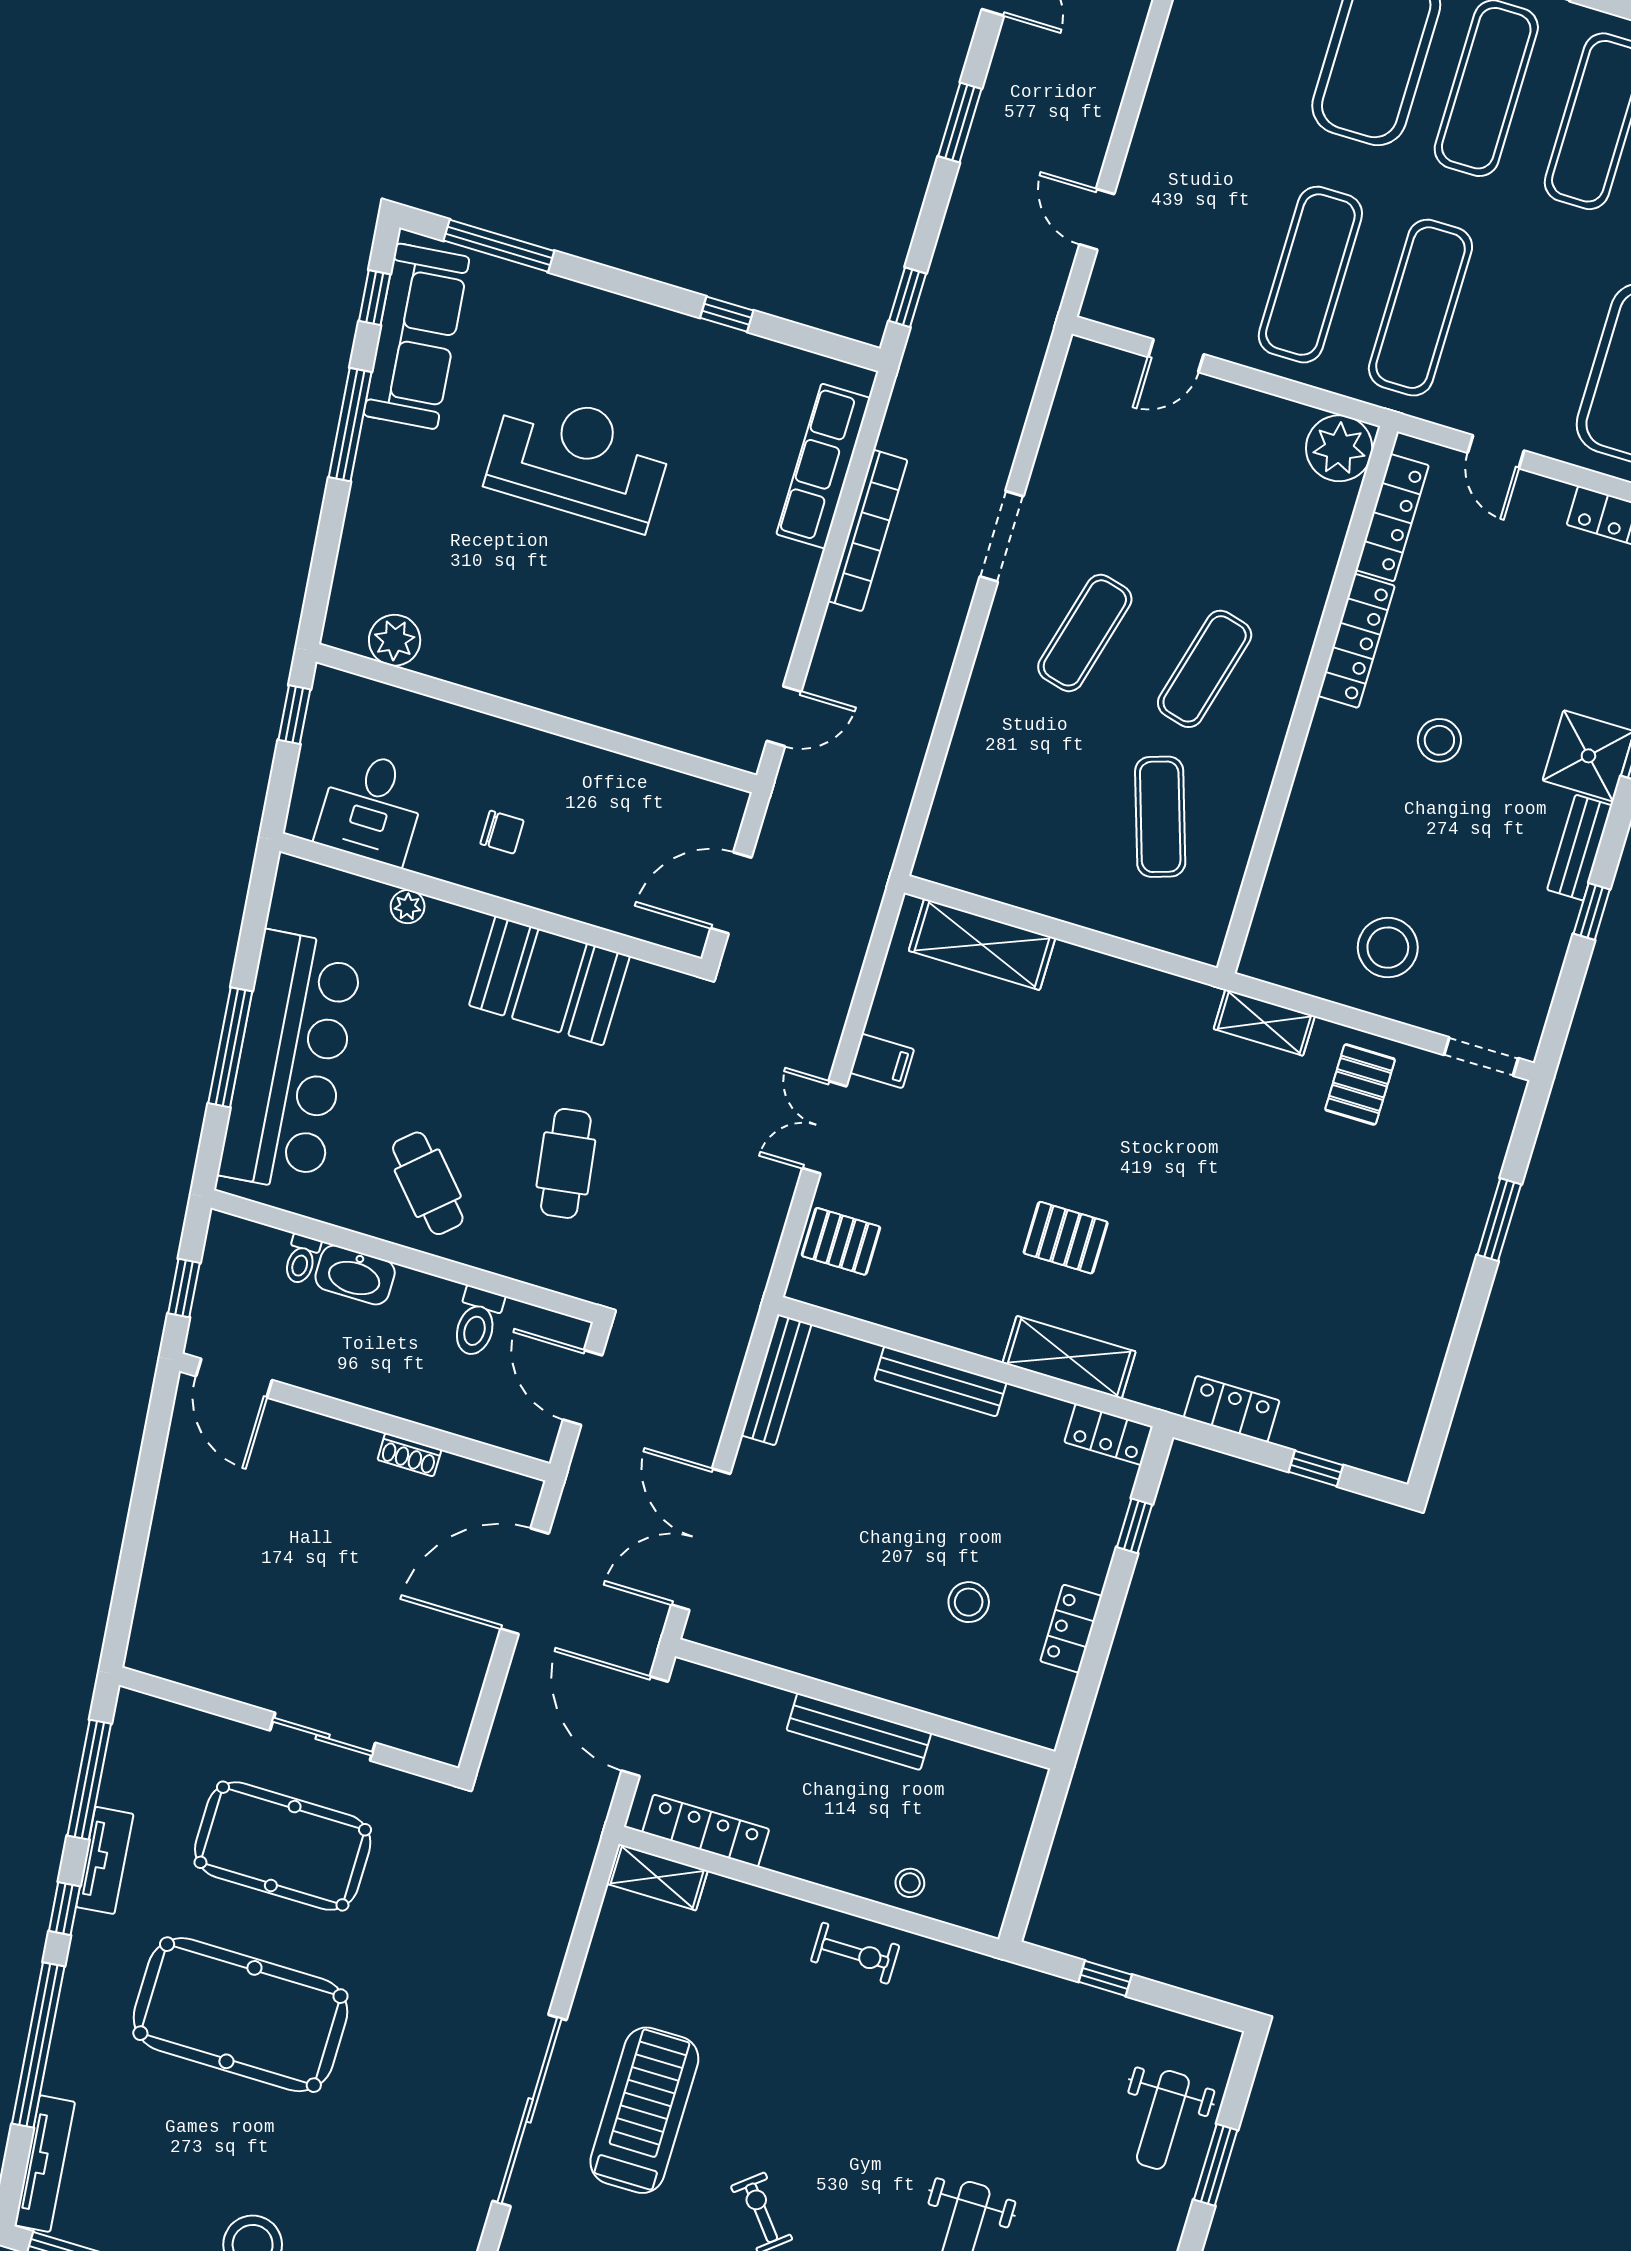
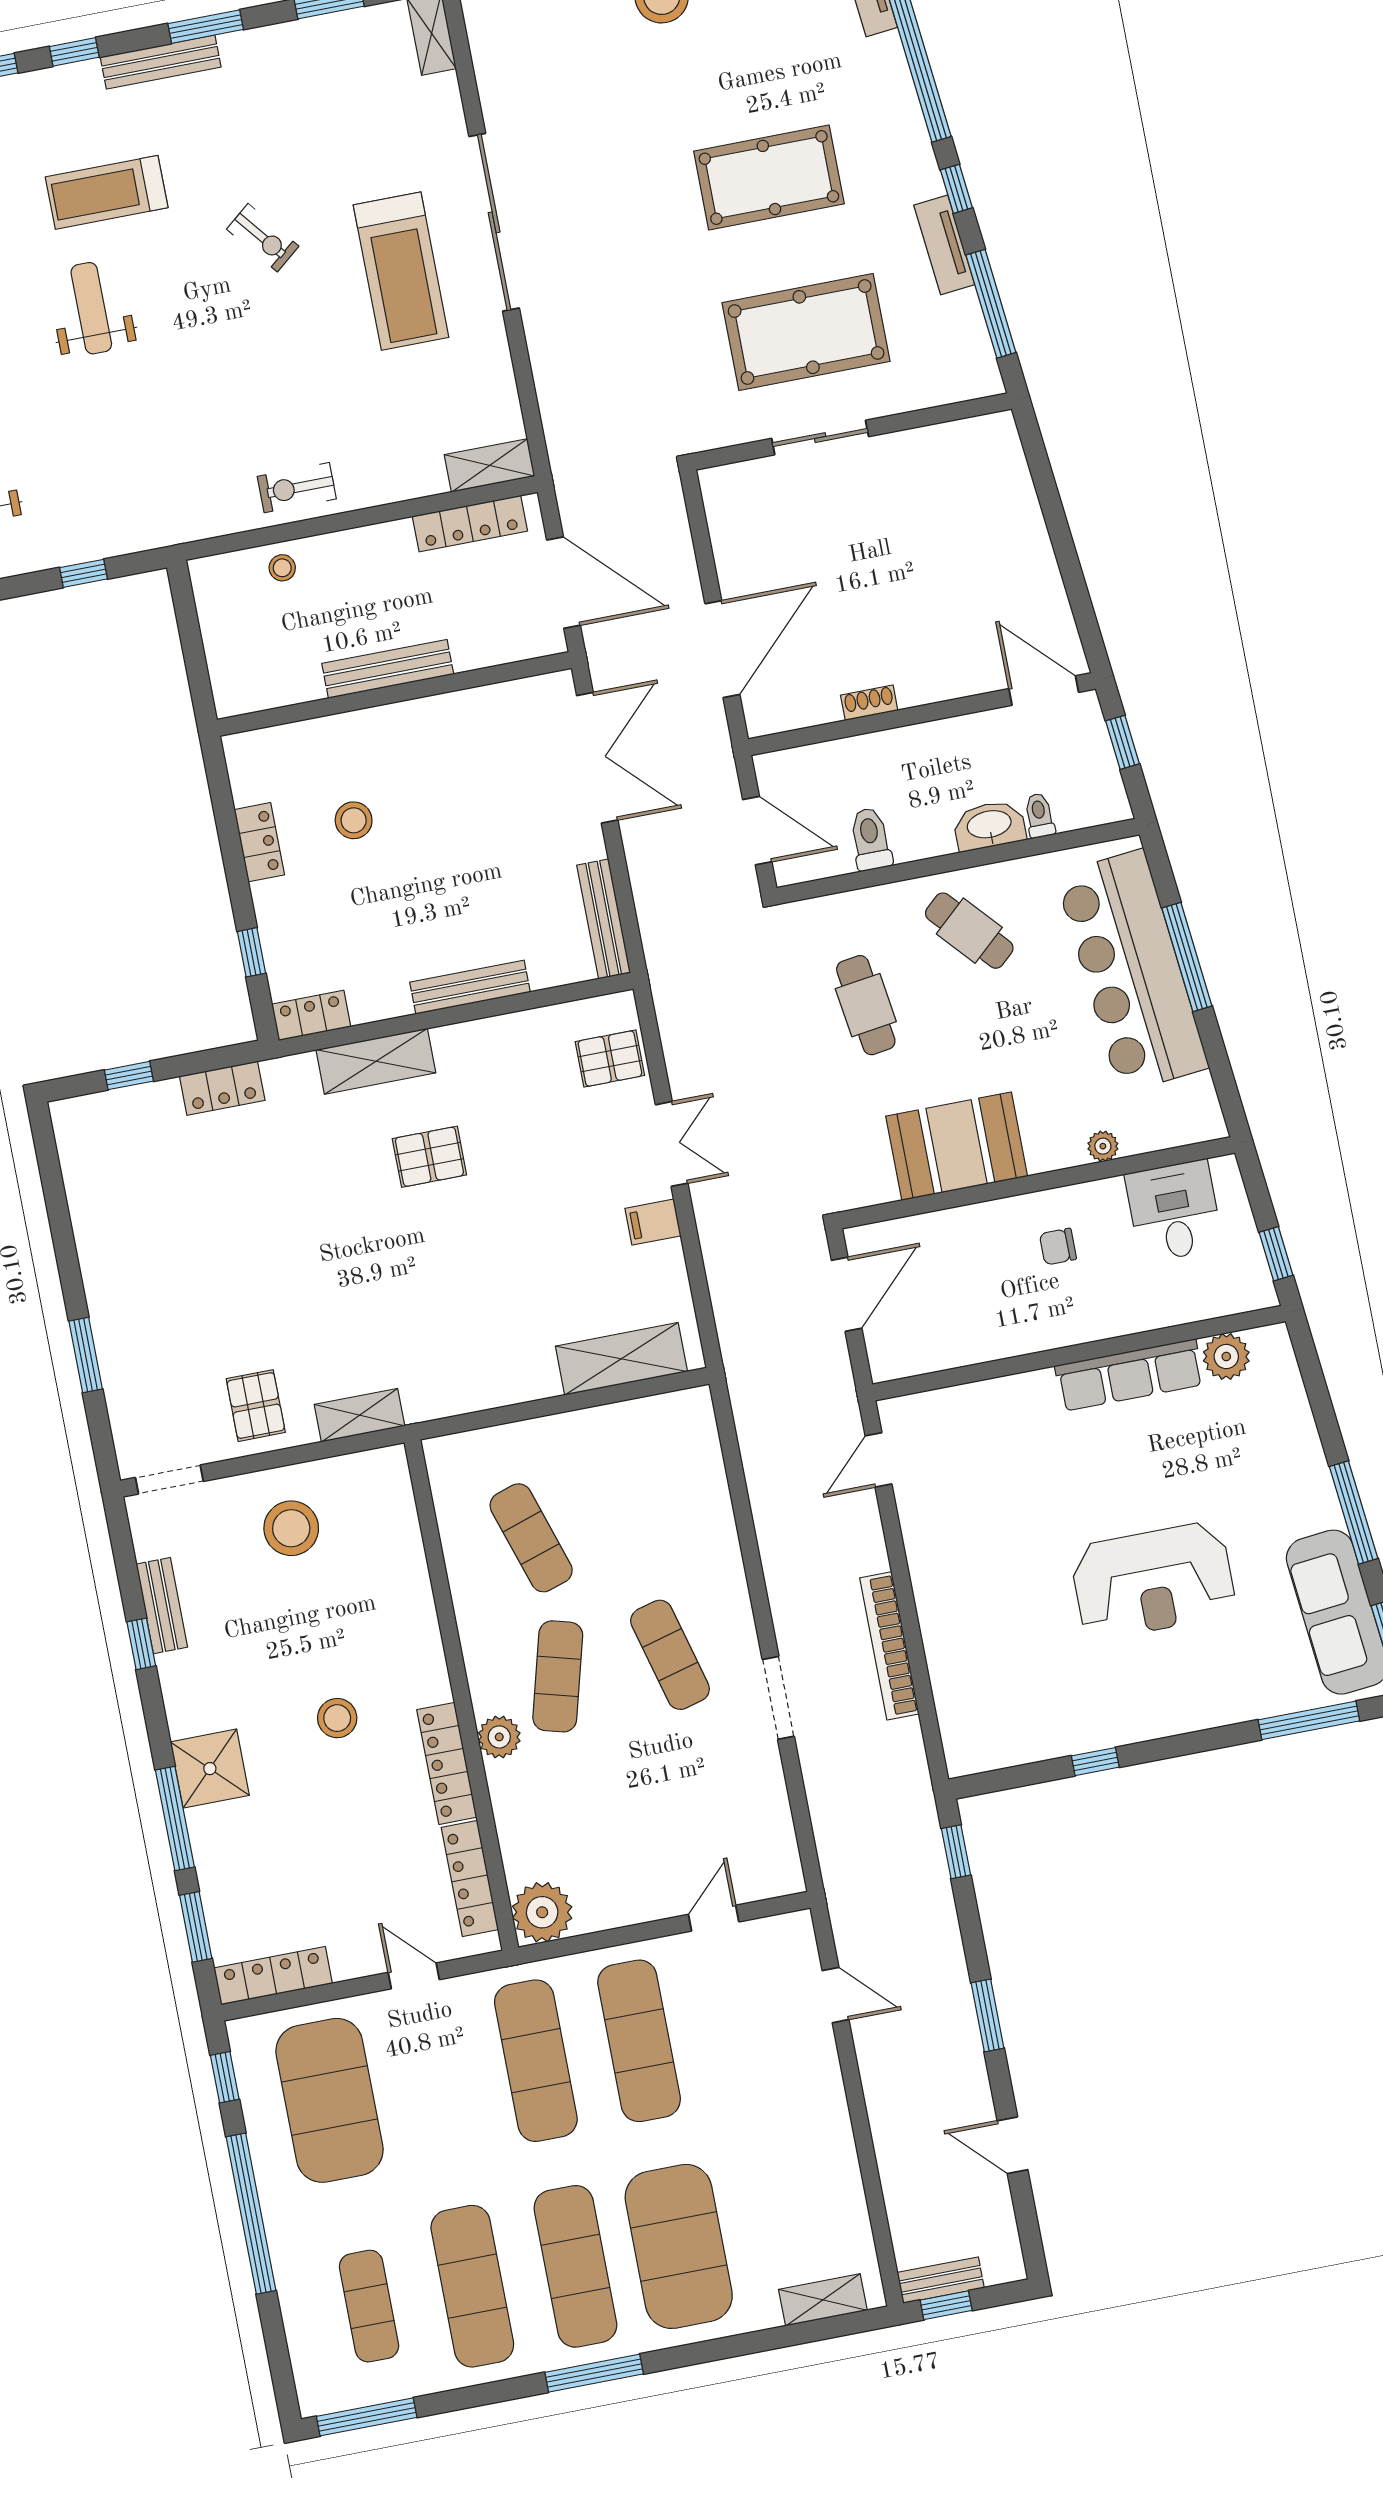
row of seats: (823, 466) -> (1129, 1375), moved, turned 90
exercise mat: (1085, 633) -> (670, 1655), turned -30
plant: (1292, 640) -> (499, 1737), added
bench: (1580, 848) -> (162, 1606), moved
pool table: (240, 2015) -> (769, 177), width x0.73, depth x0.76

